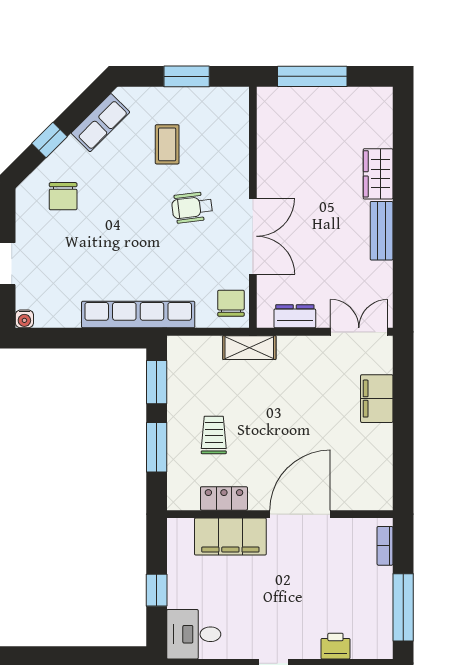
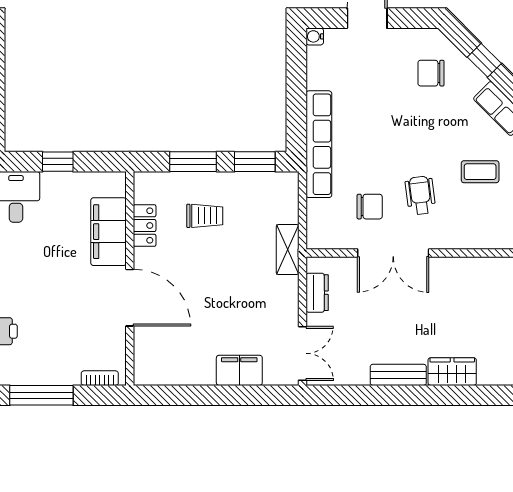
chair: (231, 303) -> (370, 207), moved

